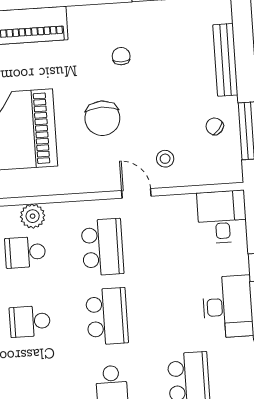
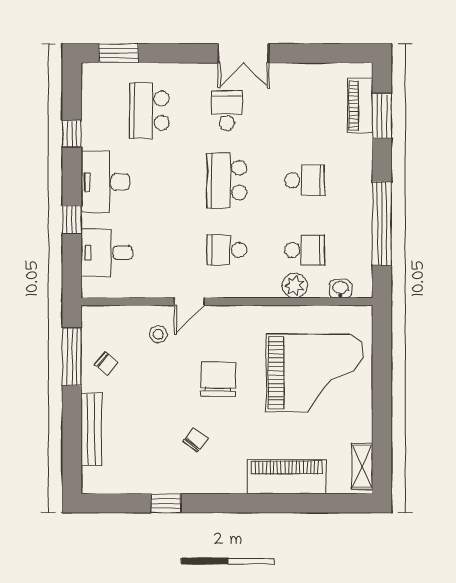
chair: (121, 56) -> (195, 440), turned -142
door: (136, 193) -> (189, 302), hinge flipped
desk: (222, 217) -> (107, 253), moved, turned 90
school desk: (102, 247) -> (227, 250), width x0.54

